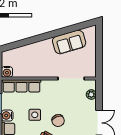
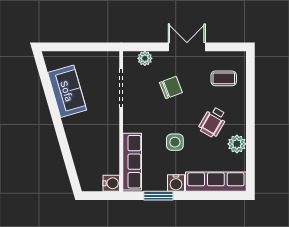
chair: (58, 121) -> (171, 88), moved

